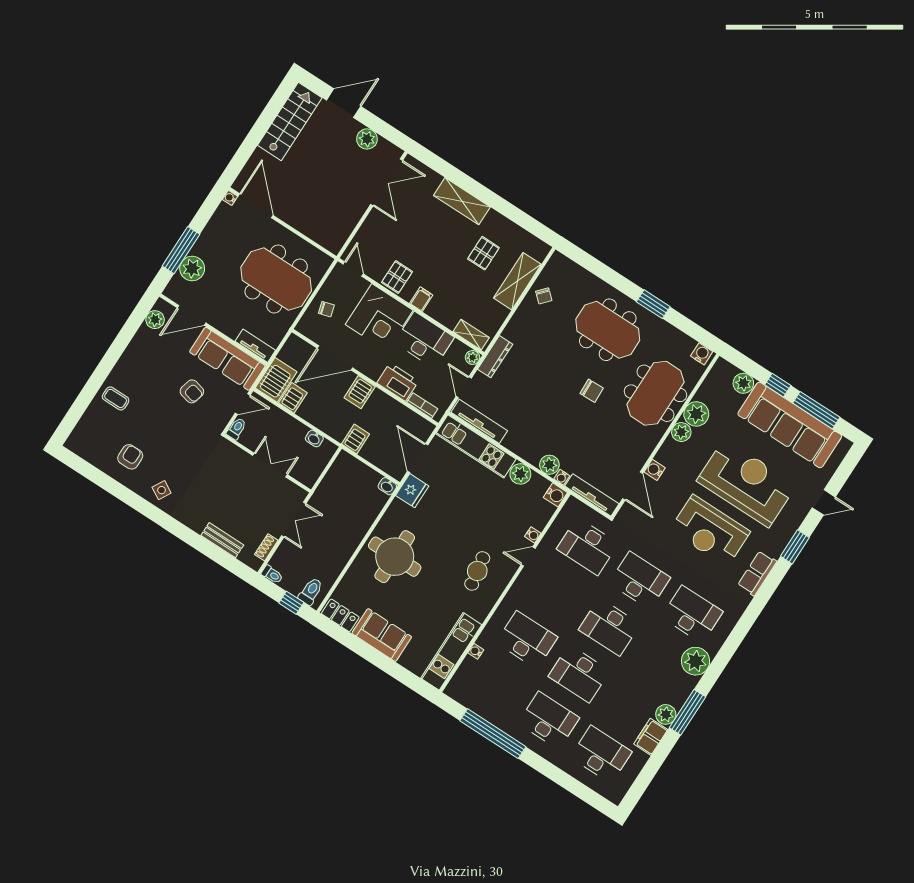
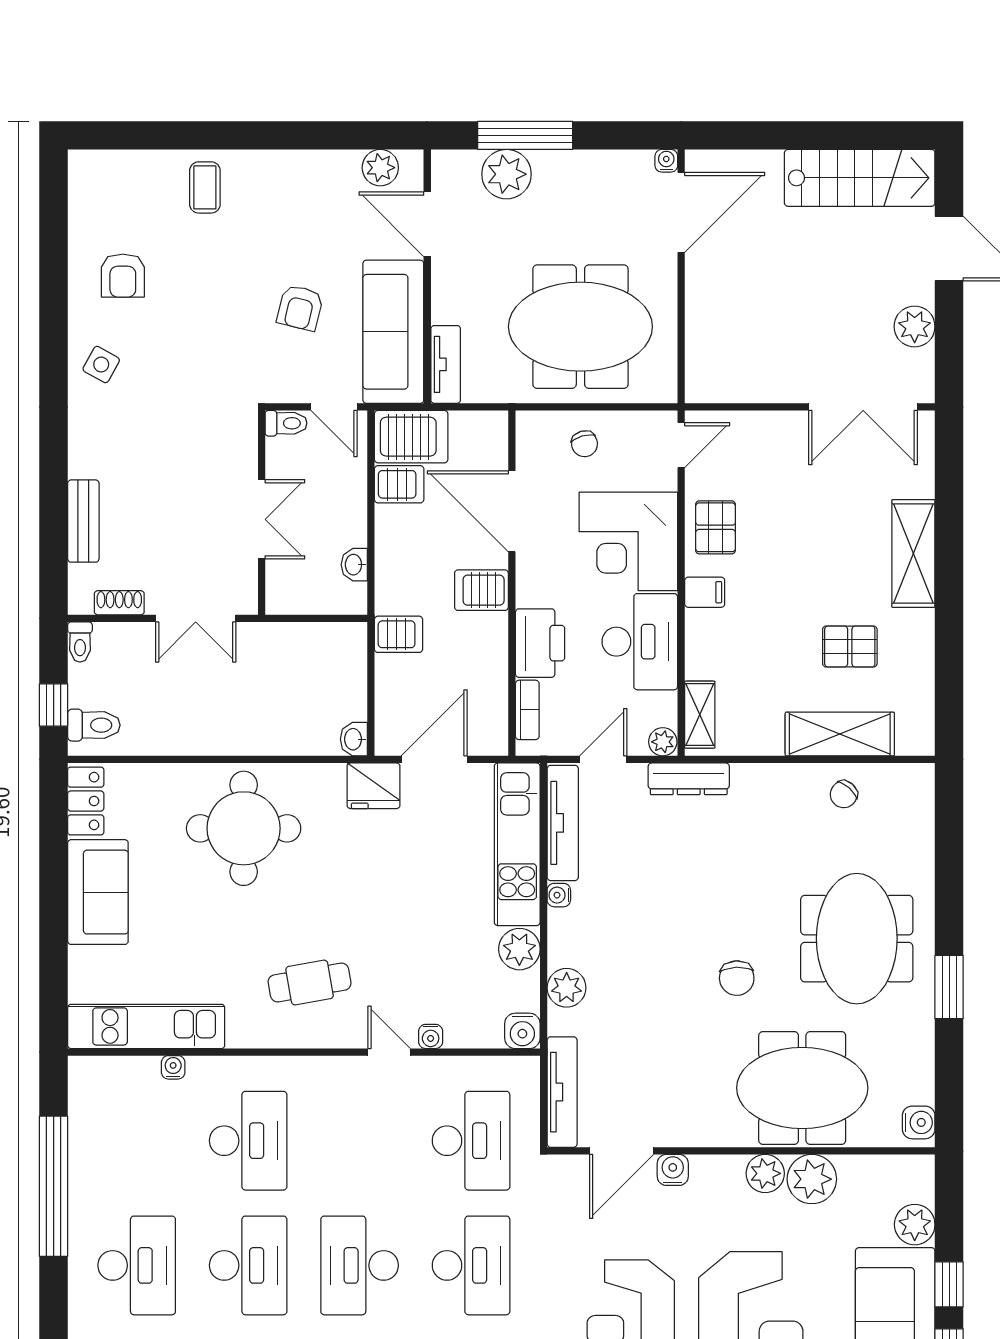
pallet: (397, 277) -> (716, 527), turned 90
meeting table: (276, 279) -> (580, 327), turned 90
armchair: (130, 457) -> (123, 276), turned 90
water cooler: (562, 477) -> (559, 895), moved
desk: (587, 546) -> (471, 1141), turned 180
desk: (579, 674) -> (248, 1265), turned 180

